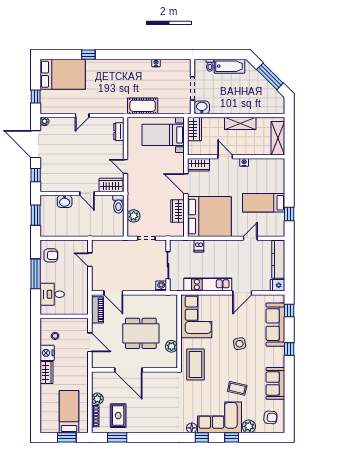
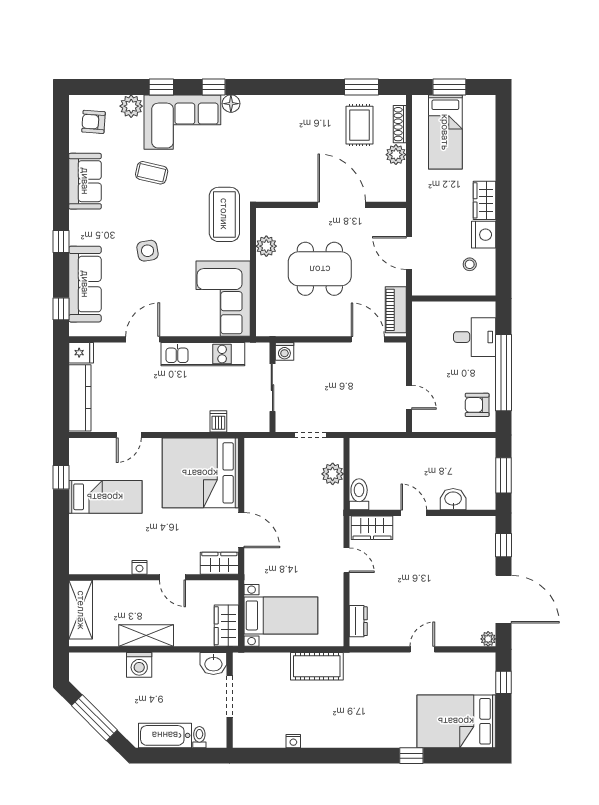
washing machine: (244, 107) -> (139, 665), added
wardrobe: (178, 211) -> (256, 482), removed
window: (36, 274) -> (503, 373), width x1.46

